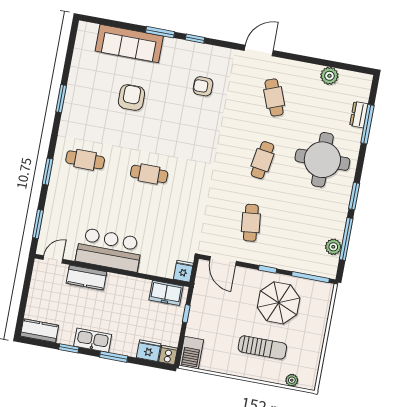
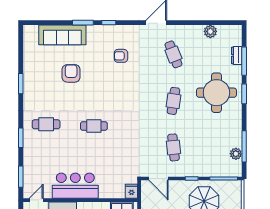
window: (354, 196) -> (244, 94), moved

